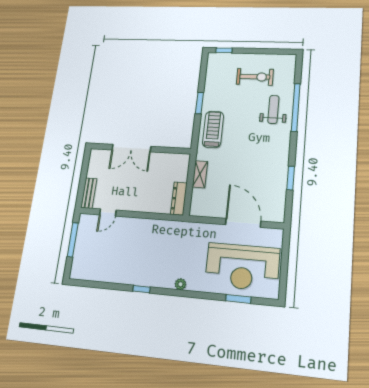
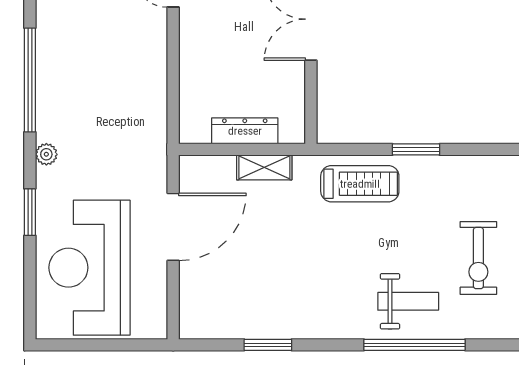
dresser: (179, 199) -> (245, 131), moved
door: (243, 223) -> (173, 227), moved
window: (141, 289) -> (30, 80), width x3.17
window: (238, 299) -> (30, 212), moved

